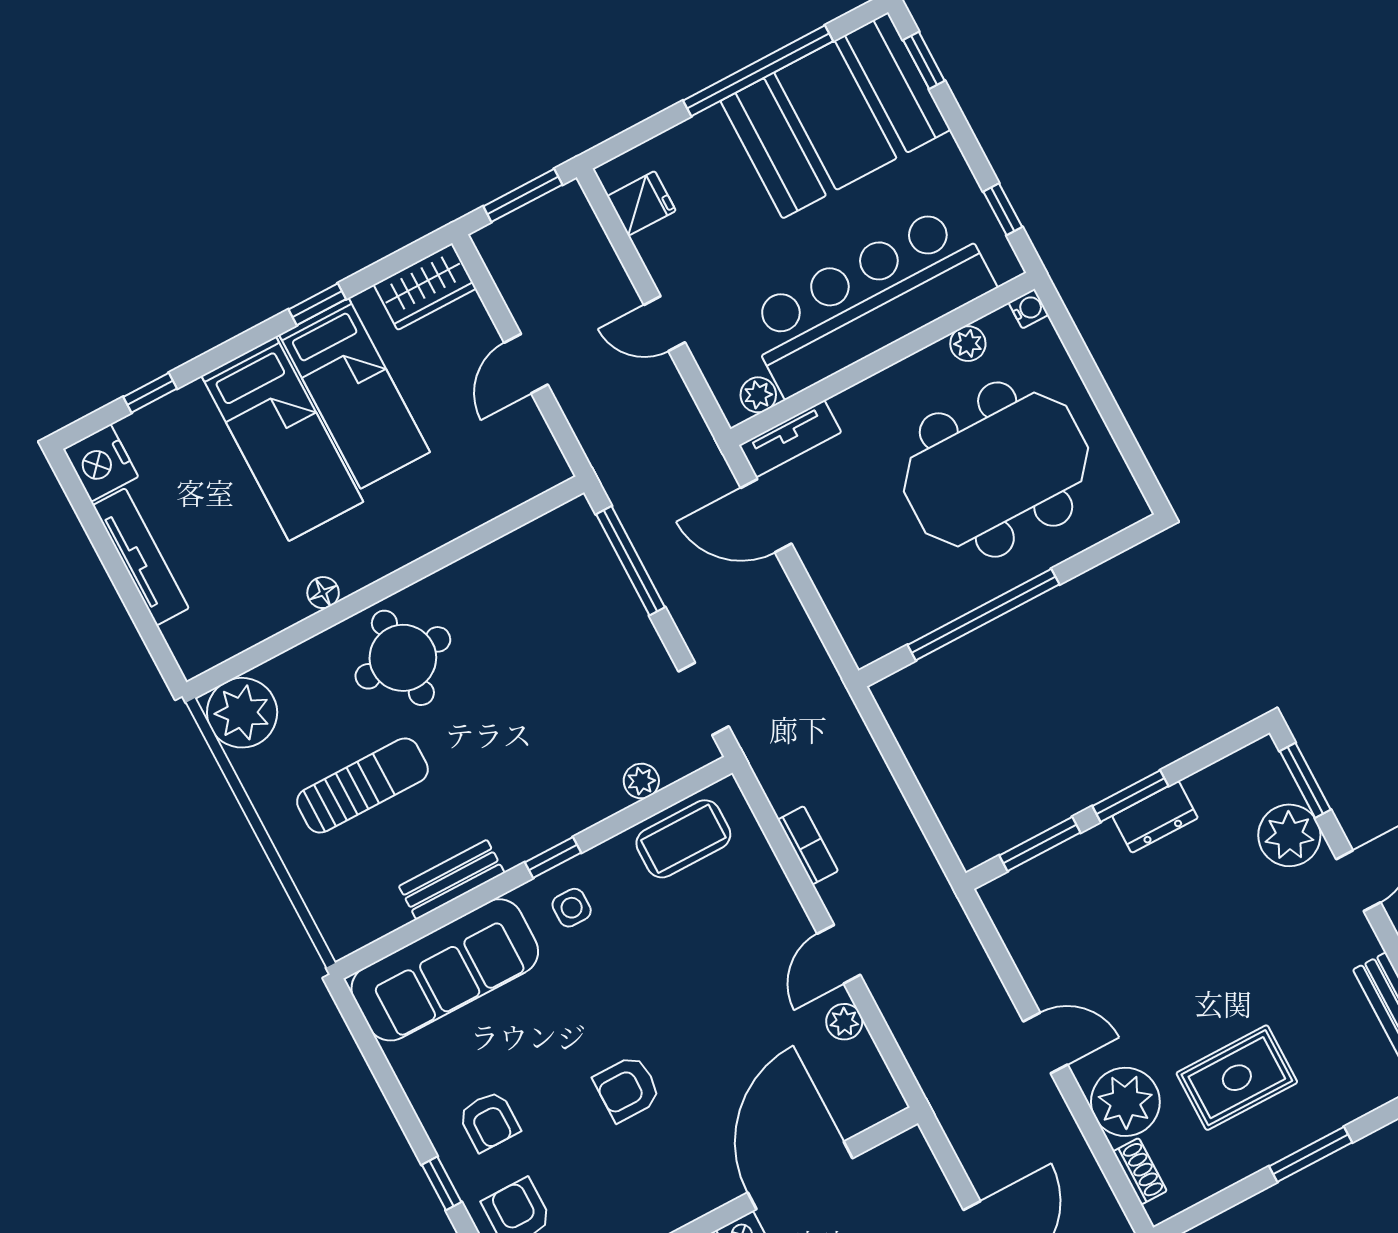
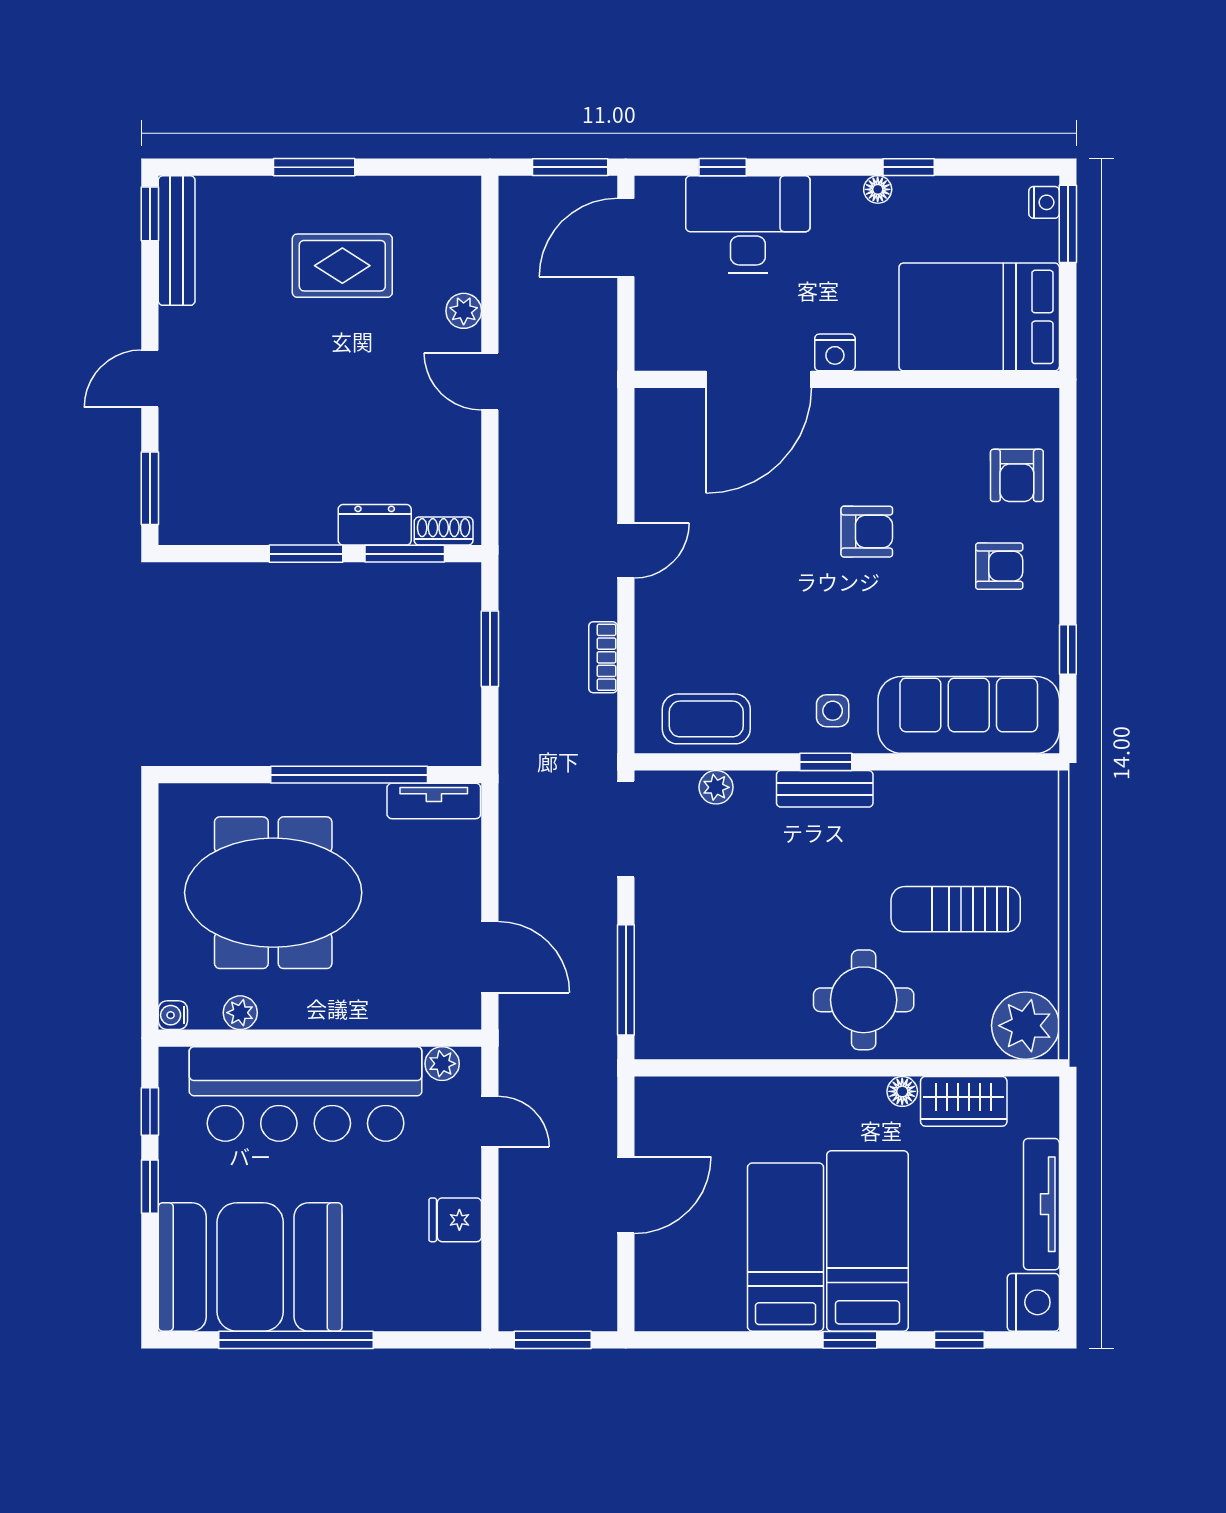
window: (924, 60) -> (150, 1187), moved
fridge: (641, 203) -> (455, 1220), moved
wardrobe: (425, 287) -> (964, 1101), moved, turned 180
window: (317, 304) -> (850, 1340), moved
door: (664, 324) -> (490, 1122), moved
door: (526, 364) -> (626, 1195), width x1.38
tv unit: (790, 439) -> (434, 801), moved, turned 180
doorway: (704, 699) -> (626, 829), width x1.38
window: (916, 798) -> (490, 649), added
dresser: (1155, 817) -> (375, 525), moved
plant: (1289, 835) -> (188, 448), removed
bench: (452, 880) -> (825, 789), moved
plant: (844, 1022) -> (652, 491), removed
plant: (1125, 1102) -> (464, 311), width x0.53, depth x0.53
armchair: (489, 1121) -> (999, 566), turned 90
shoe rack: (1140, 1171) -> (444, 531), moved, turned 90
window: (442, 1183) -> (1068, 649), moved

